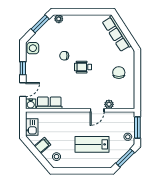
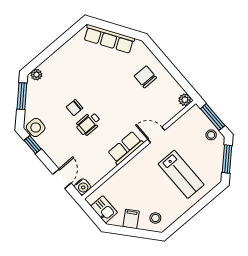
wheelchair: (83, 67) -> (88, 124), moved
window: (23, 68) -> (33, 145), moved
row of seats: (49, 103) -> (126, 148), moved
plant: (109, 104) -> (185, 100), moved
door: (97, 110) -> (156, 135), swing flipped
lab bench: (92, 144) -> (181, 174), turned -90

